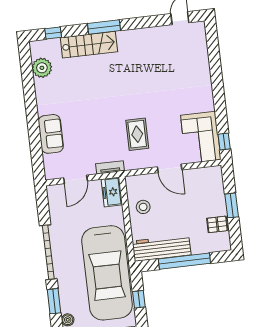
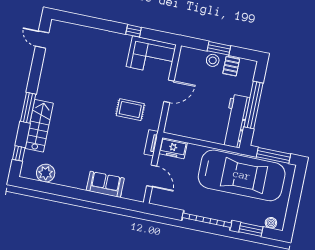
window: (224, 142) -> (134, 31), moved
stool: (143, 207) -> (213, 60), moved
window: (139, 299) -> (274, 155), width x2.17

